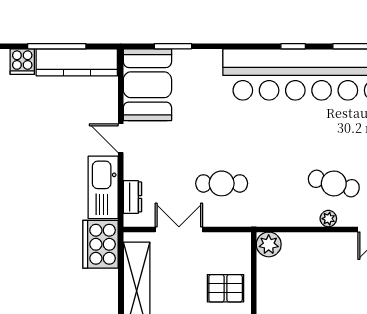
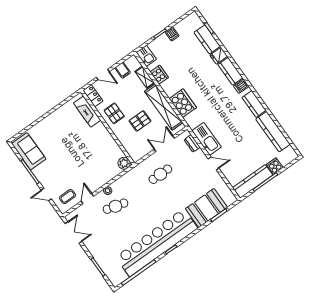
booth: (147, 85) -> (206, 208), moved, turned 90
double door: (179, 229) -> (164, 144), swing flipped
cooker: (100, 244) -> (183, 103), moved
pallet: (226, 288) -> (140, 121), moved

